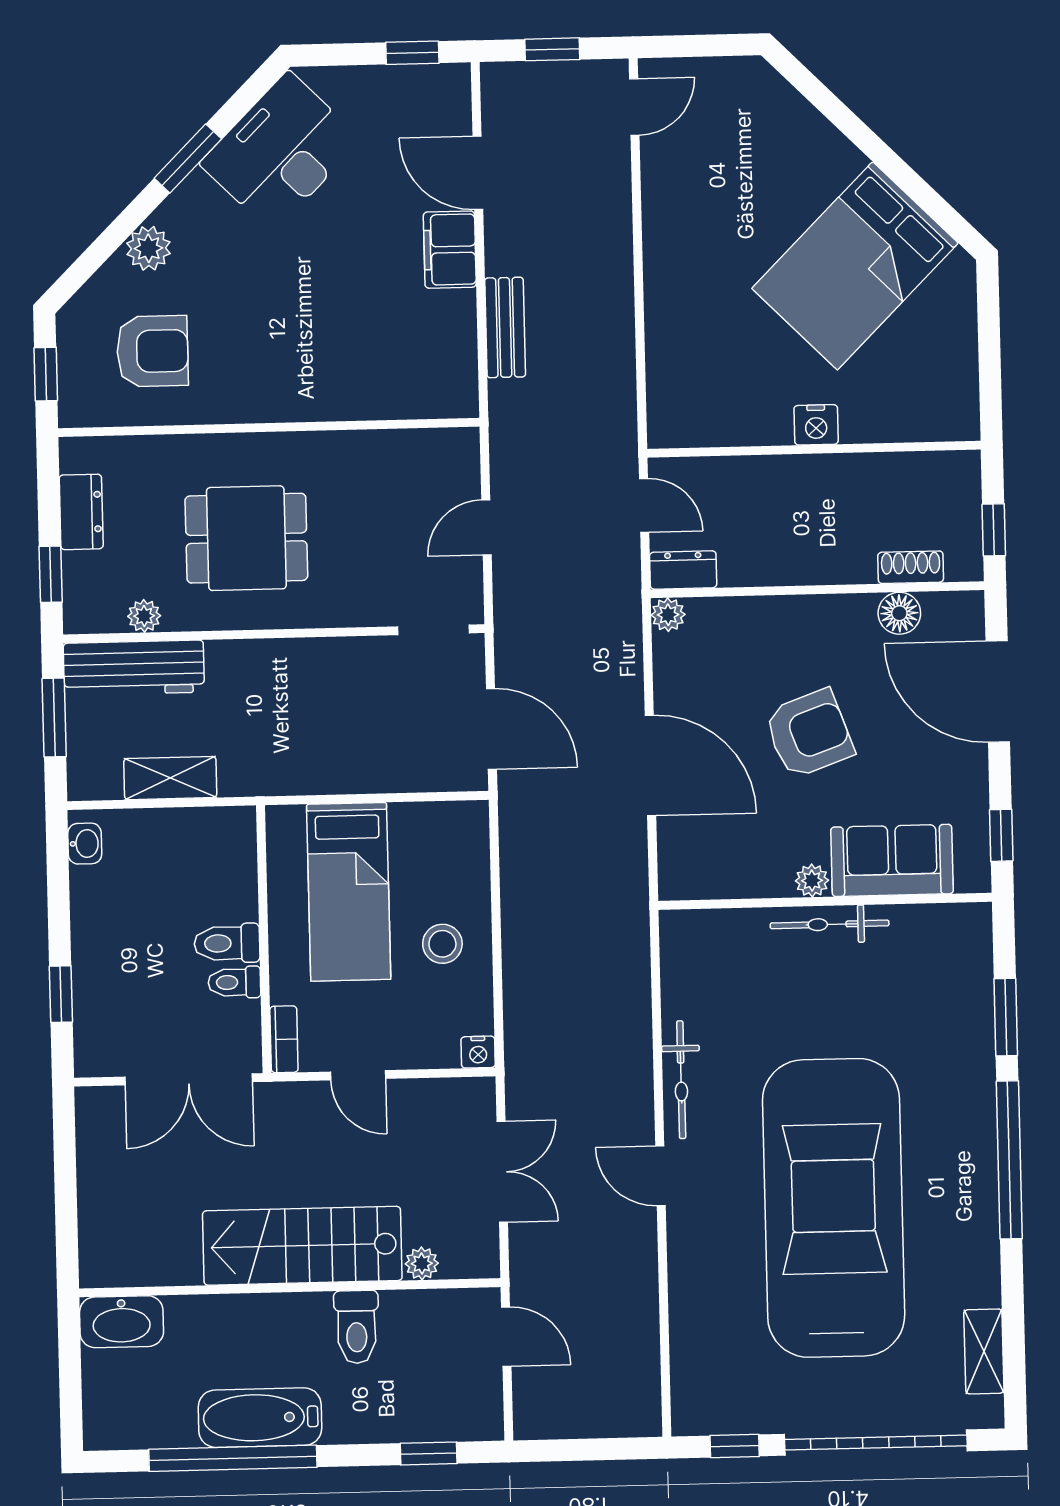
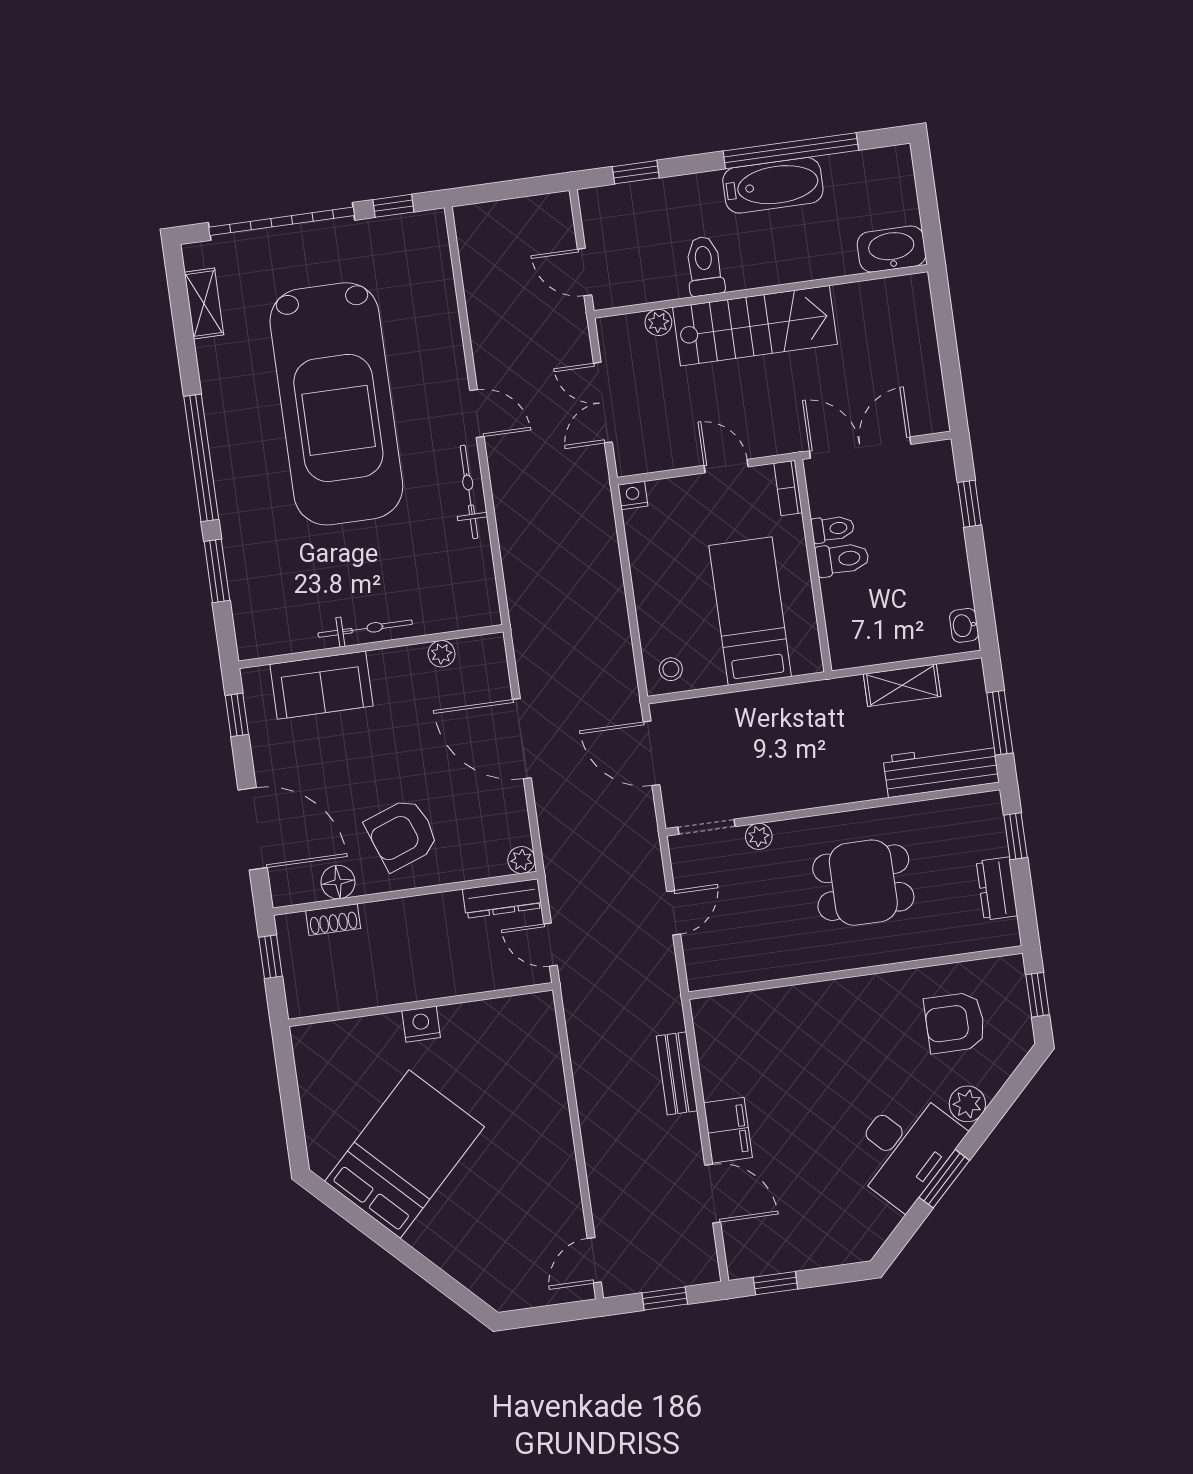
desk: (281, 152) -> (905, 1148), moved
dresser: (683, 570) -> (502, 898), width x1.44
plant: (144, 616) -> (759, 836), moved
armchair: (809, 734) -> (402, 834), moved
plant: (812, 881) -> (442, 654), moved
stool: (442, 944) -> (671, 669), moved, width x0.73, depth x0.73

